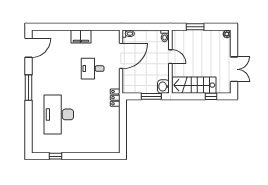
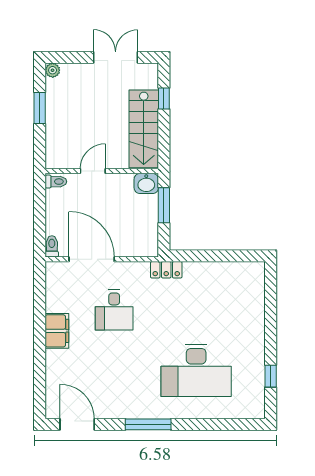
window: (195, 27) -> (40, 108), moved

